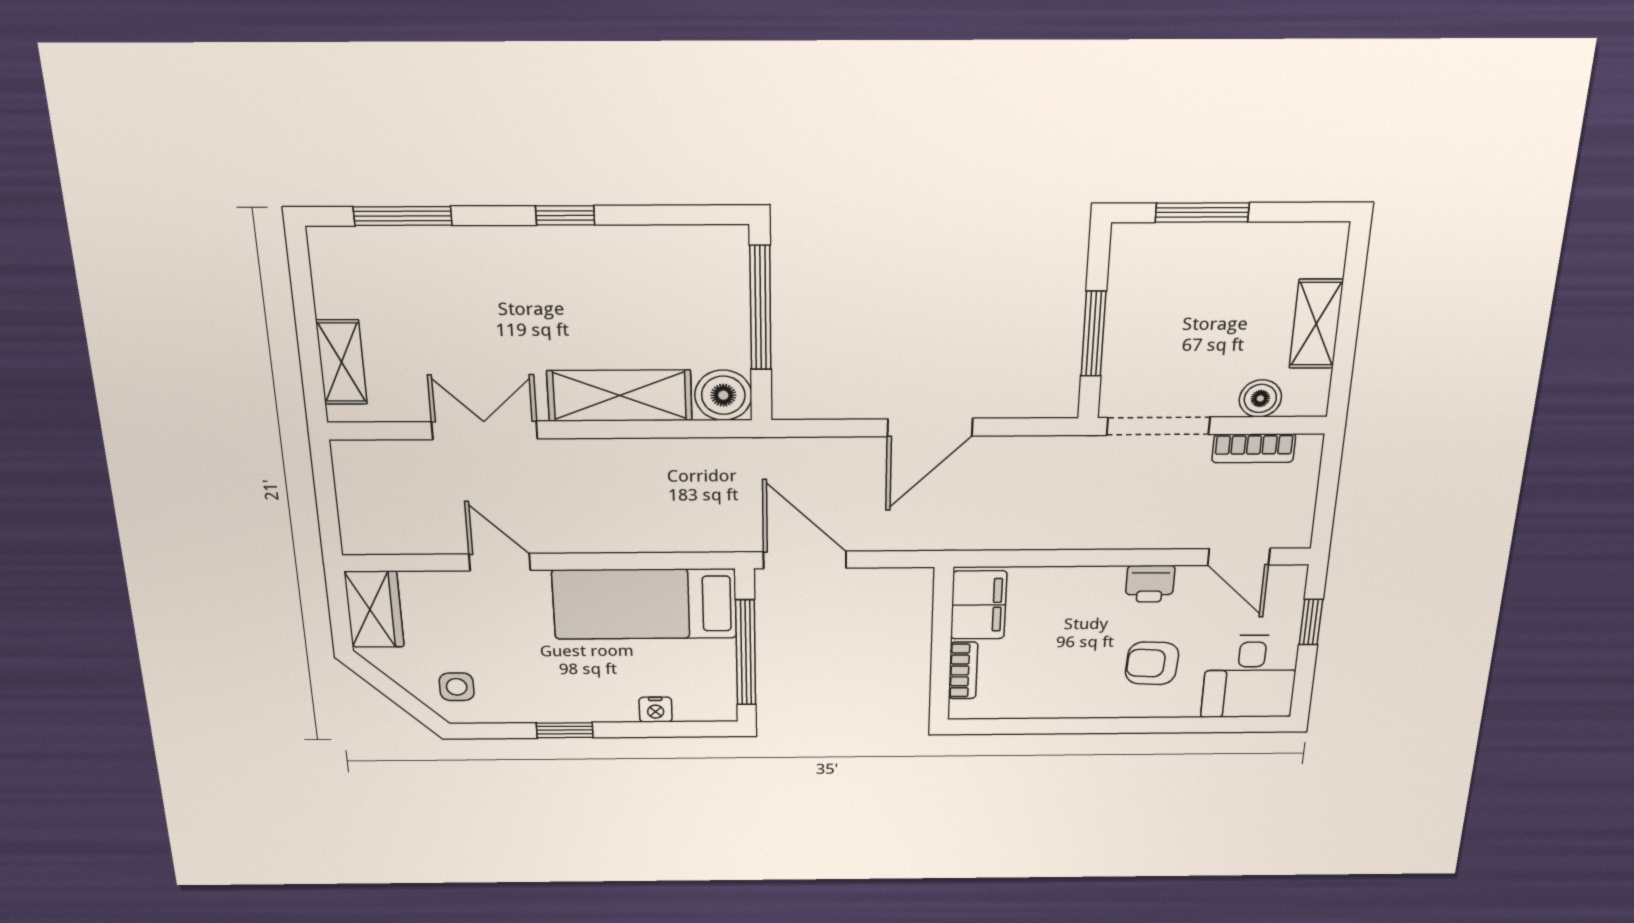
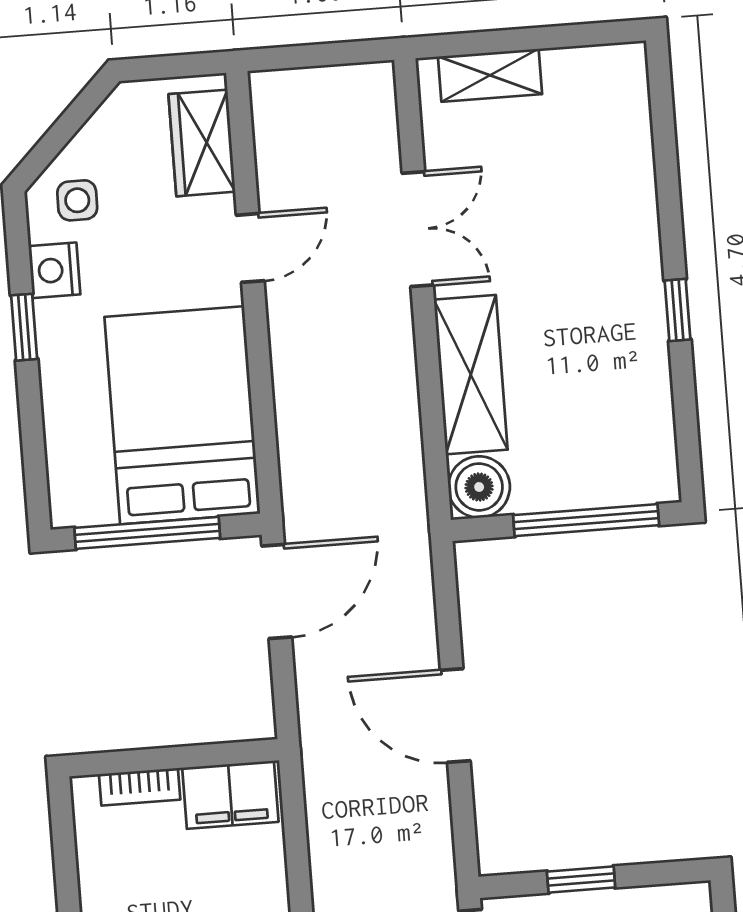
window: (403, 216) -> (665, 142), removed
window: (1094, 334) -> (581, 880), width x0.67
bed: (645, 604) -> (182, 415), width x1.50
wardrobe: (374, 609) -> (202, 143), moved, turned 90
nightstand: (656, 710) -> (54, 270), moved, width x1.39, depth x1.35

